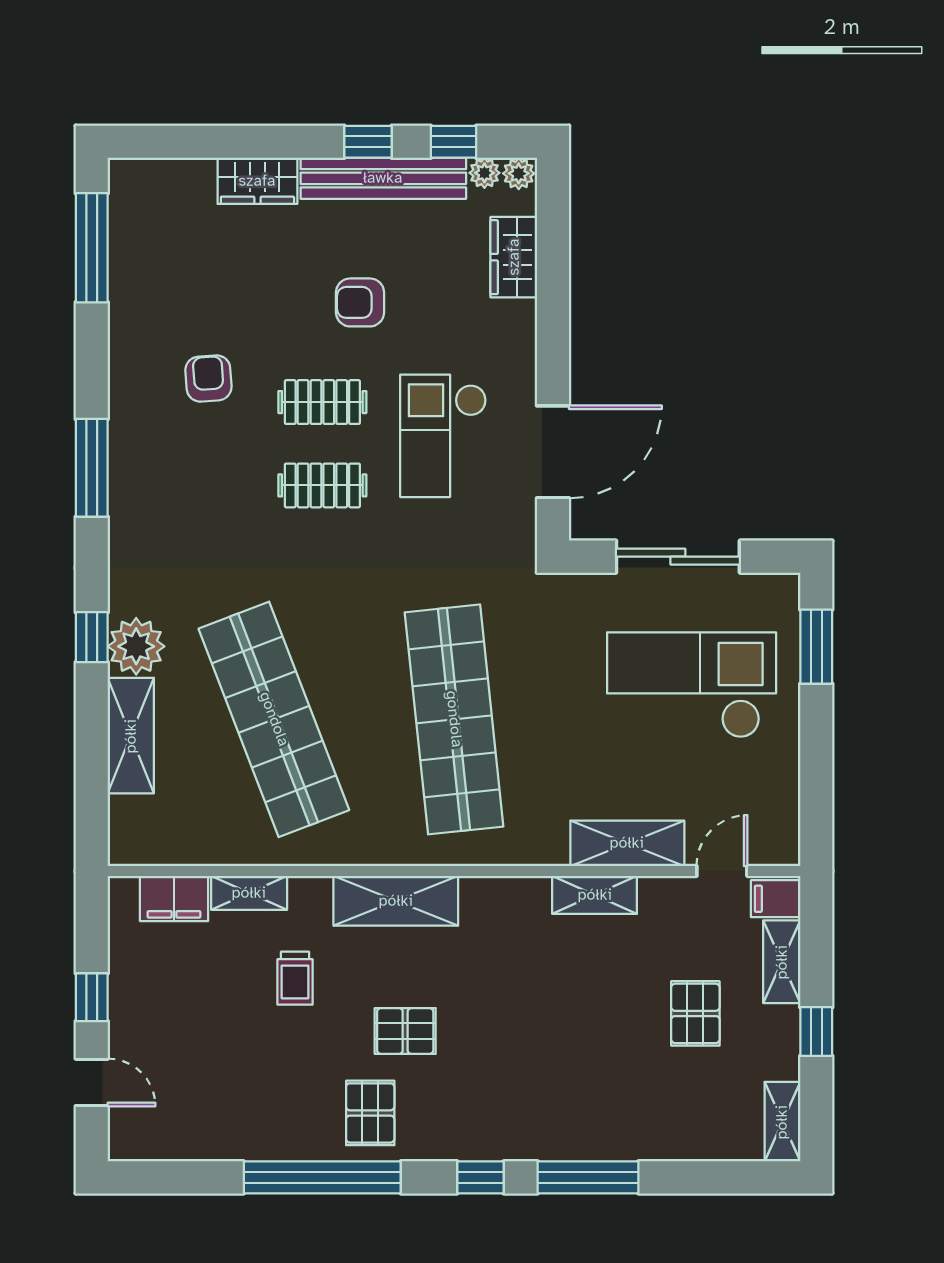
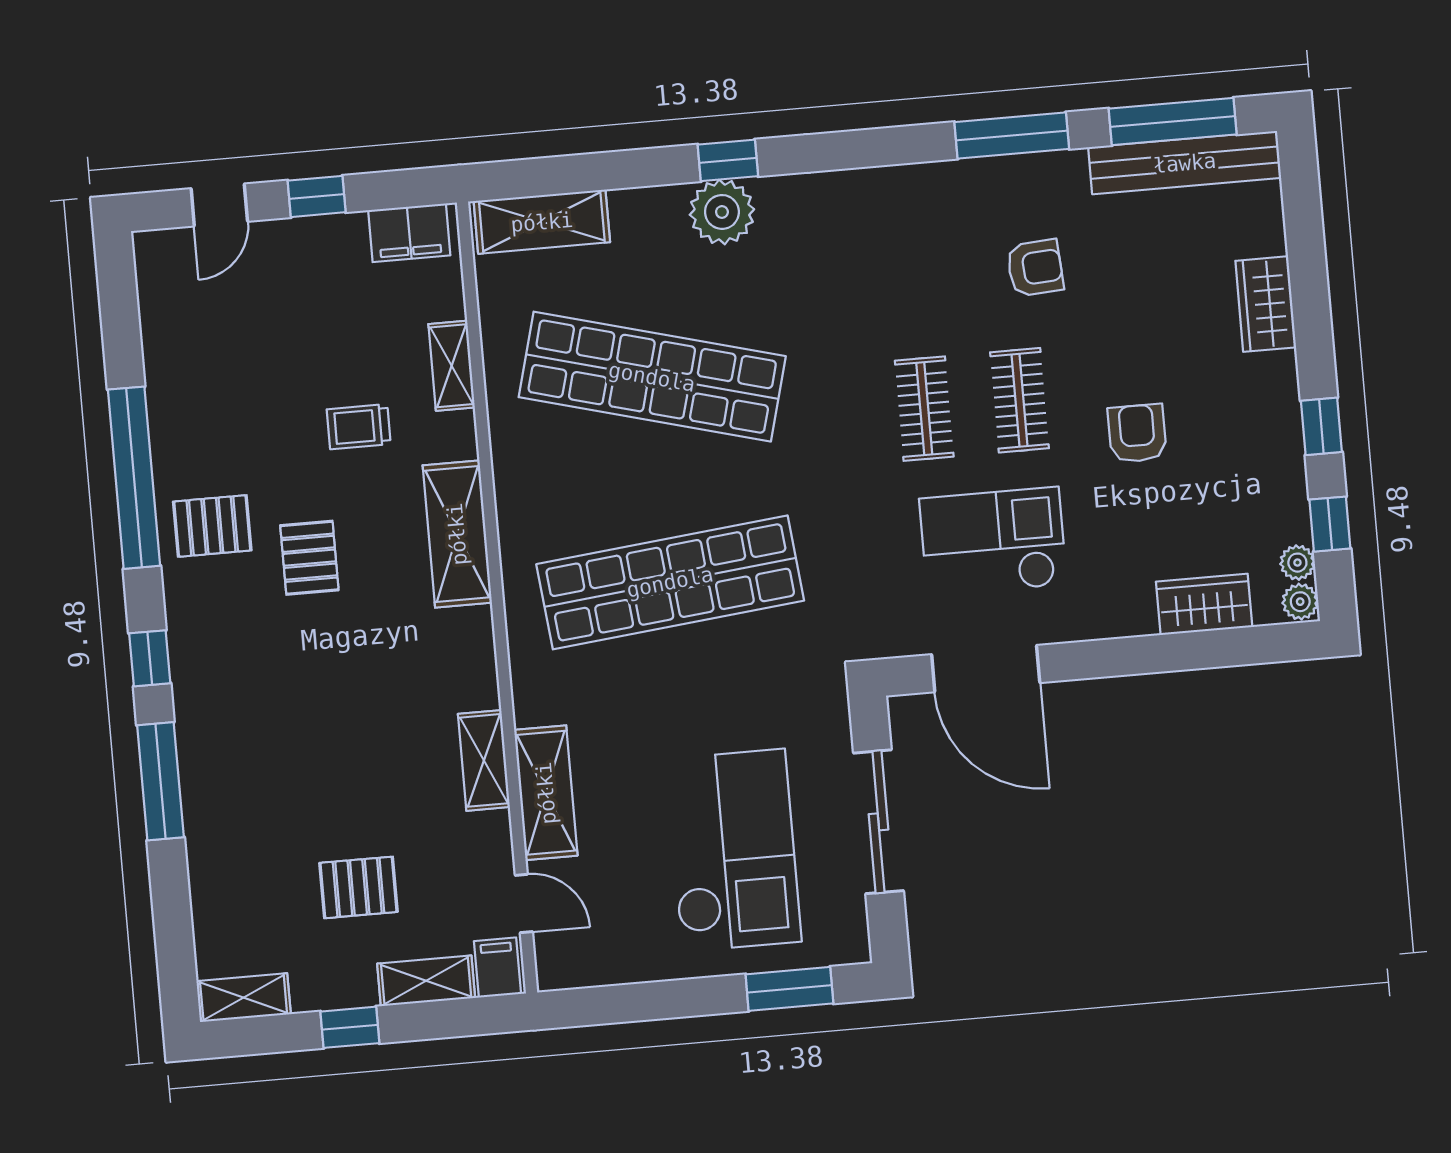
bench: (383, 178) -> (1185, 163), moved, turned 90
window: (92, 468) -> (1012, 136), moved
shop shelf: (274, 719) -> (652, 377), turned 36
shelving: (131, 736) -> (542, 222), moved
filing cabinet: (174, 898) -> (409, 233), moved, turned -90

